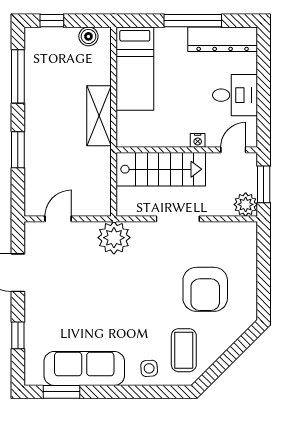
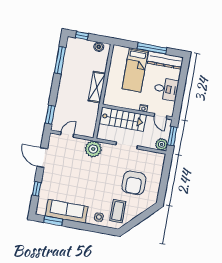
bed: (135, 69) -> (135, 70), moved
window: (18, 150) -> (50, 115), moved
door: (233, 150) -> (160, 116), swing flipped

